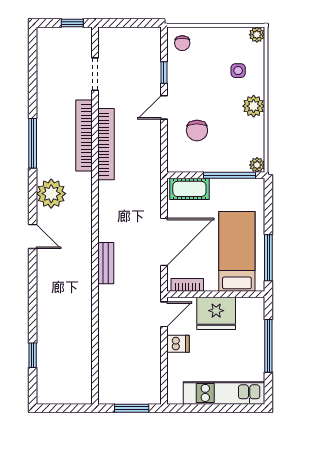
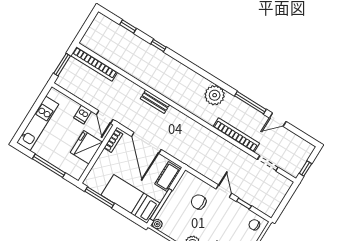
bookcase: (106, 144) -> (94, 64), moved
door: (33, 236) -> (278, 120), moved
bed: (237, 251) -> (130, 199), moved, turned 180
window: (33, 302) -> (159, 46), added

